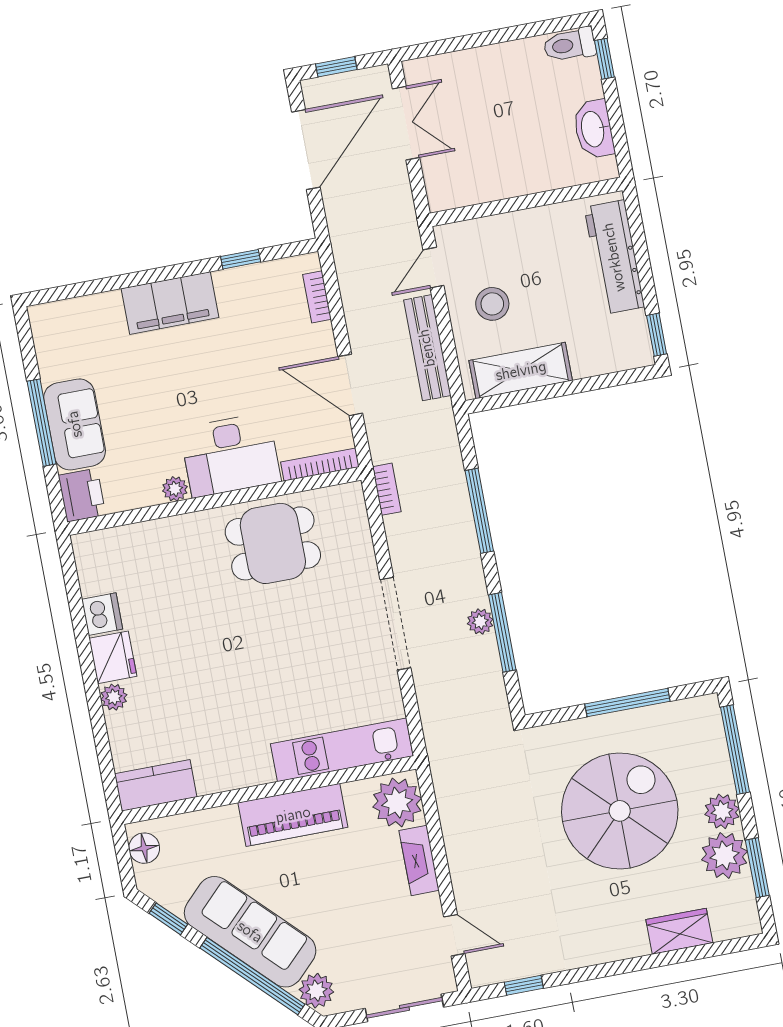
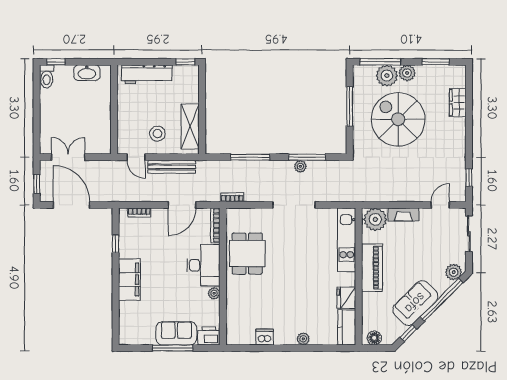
fridge: (113, 657) -> (346, 298), moved, turned -90
plant: (724, 855) -> (387, 76), moved
sofa: (250, 932) -> (415, 303), width x0.73

